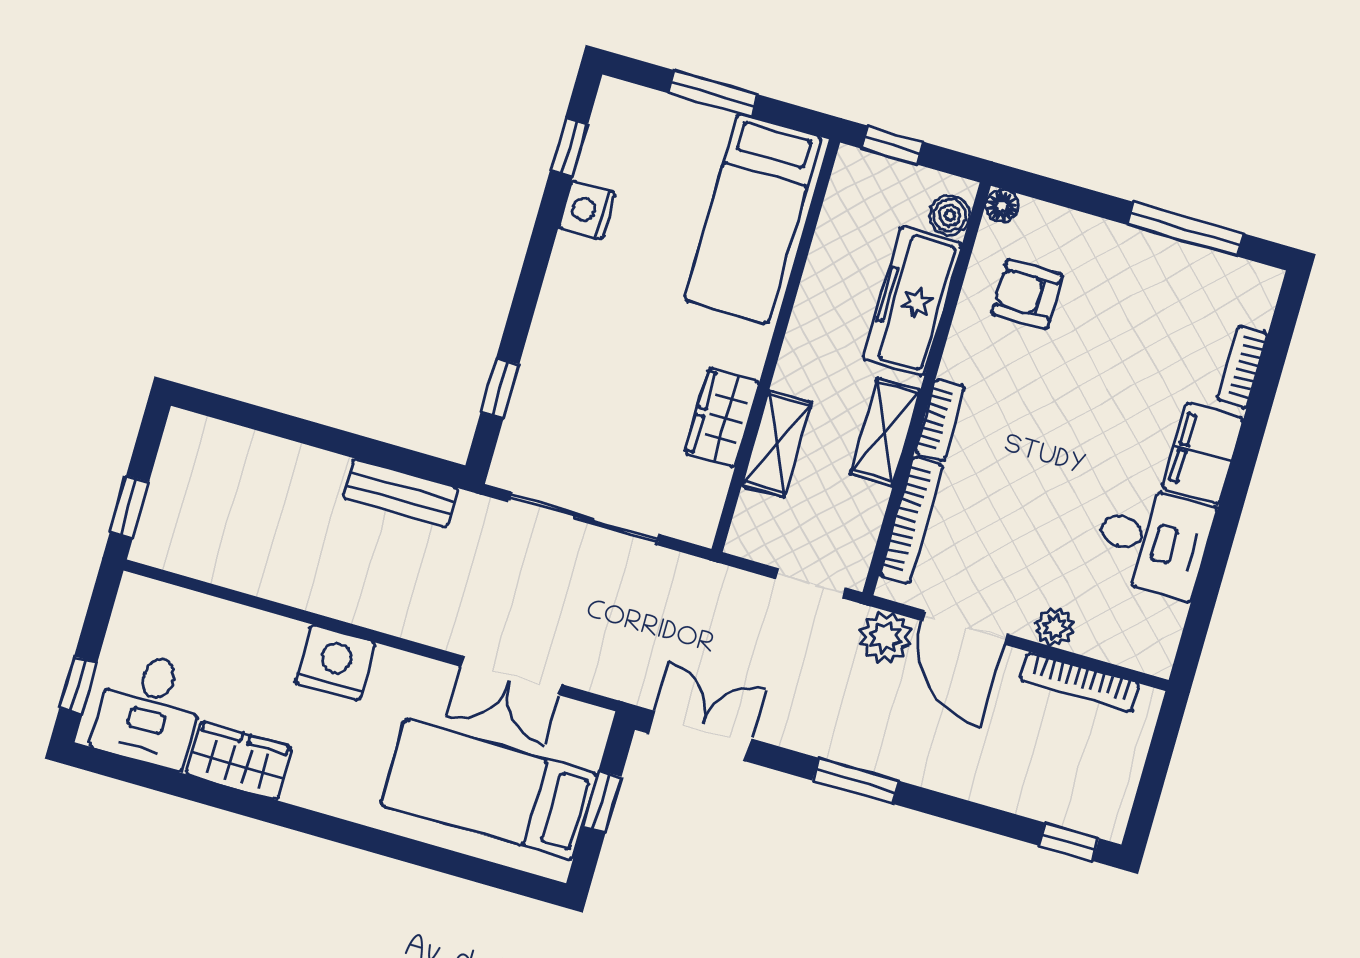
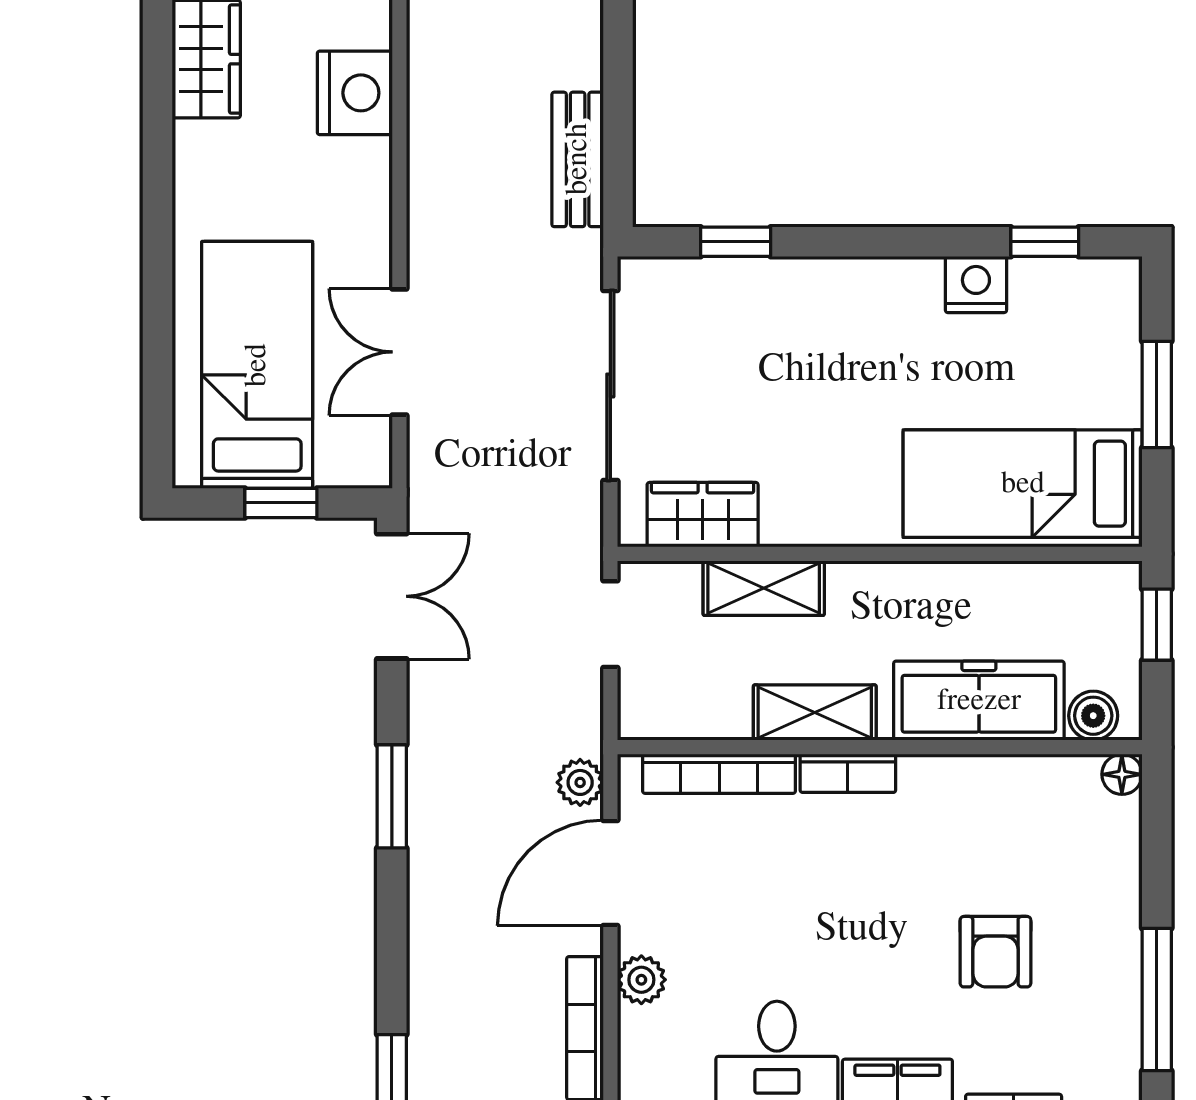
armchair: (1027, 294) -> (995, 952), moved, turned 180
wardrobe: (722, 418) -> (703, 515), moved
doorway: (811, 583) -> (610, 624), moved
plant: (885, 637) -> (580, 782), width x0.73, depth x0.73
nightstand: (335, 663) -> (355, 93), moved

